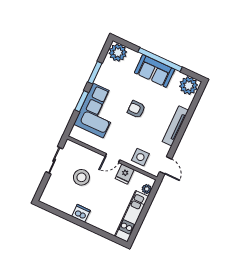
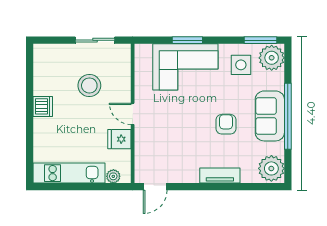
window: (95, 73) -> (260, 40), moved
armchair: (136, 109) -> (226, 124), moved
tv unit: (175, 126) -> (220, 176), width x0.71
side table: (140, 157) -> (241, 65), moved

